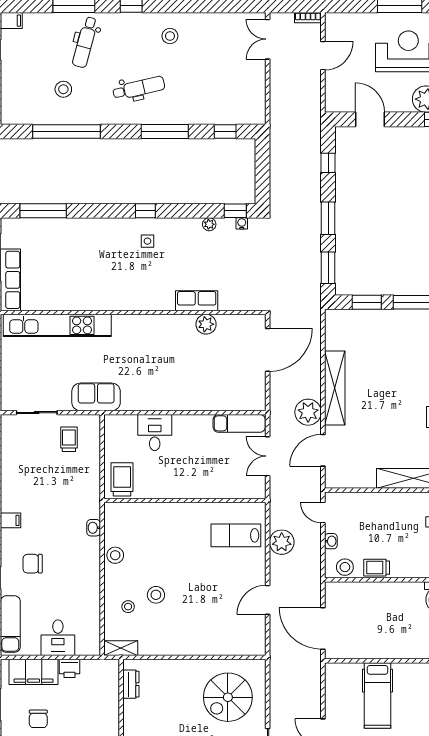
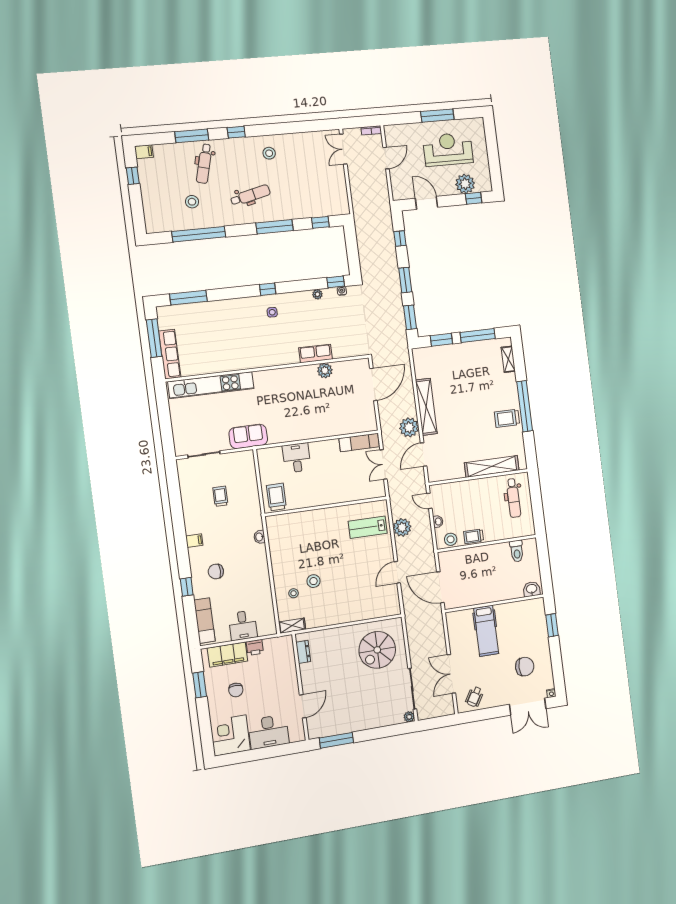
trolley: (69, 439) -> (220, 496), moved
stool: (115, 555) -> (279, 556), removed

